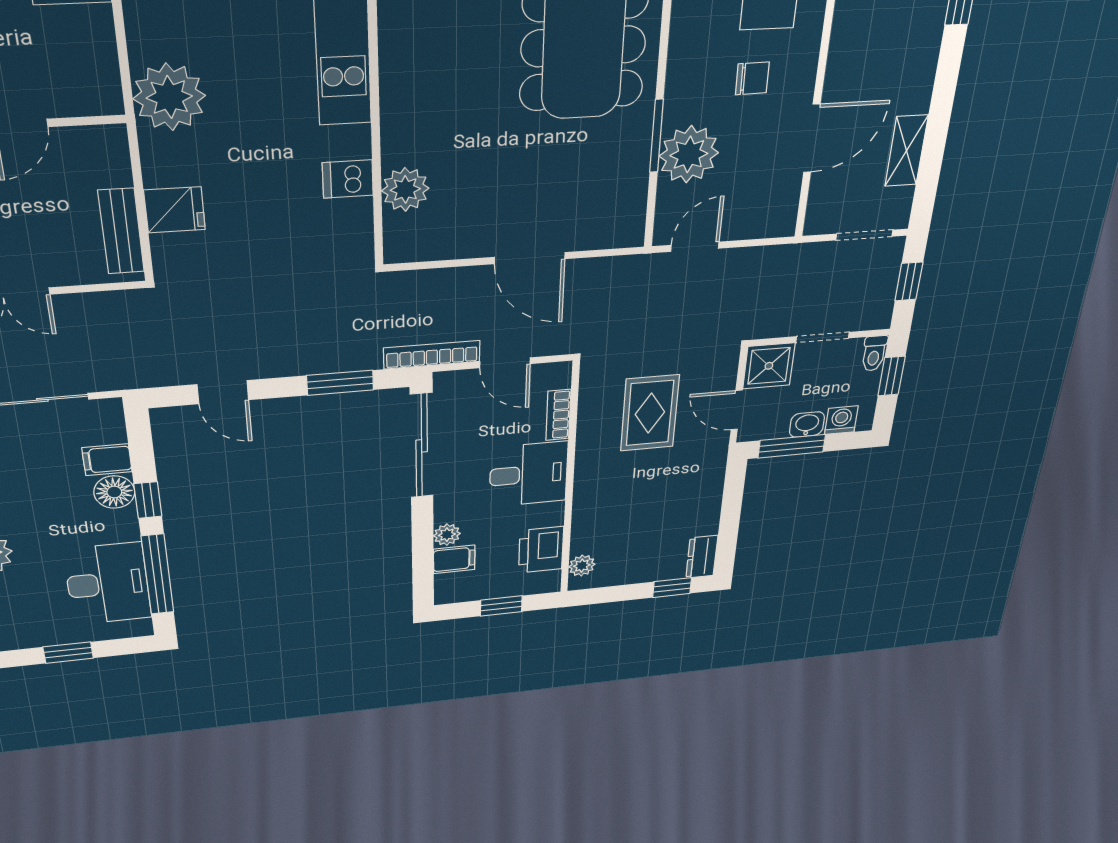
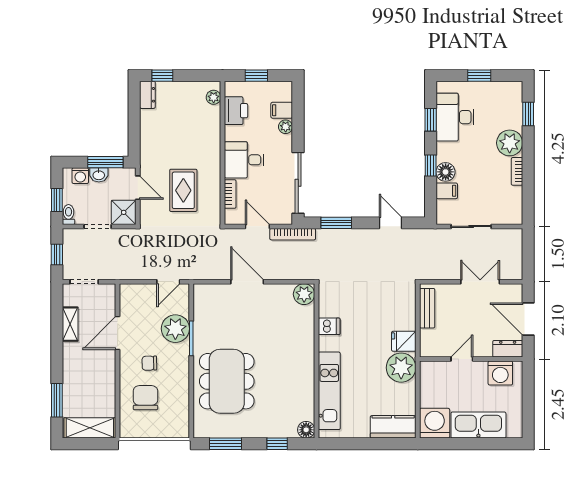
plant: (405, 189) -> (304, 294), moved
fridge: (175, 210) -> (404, 341), moved
window: (158, 574) -> (431, 120), width x0.46

